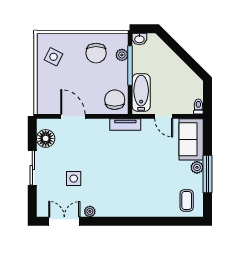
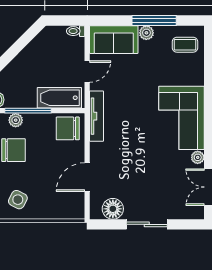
tv unit: (125, 124) -> (96, 116), width x1.41
side table: (74, 179) -> (159, 176), removed
corner sofa: (124, 197) -> (181, 118), added

